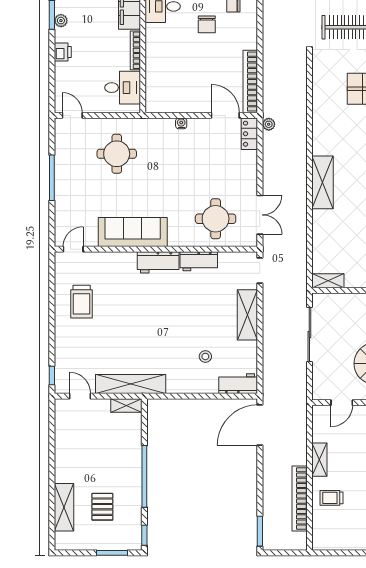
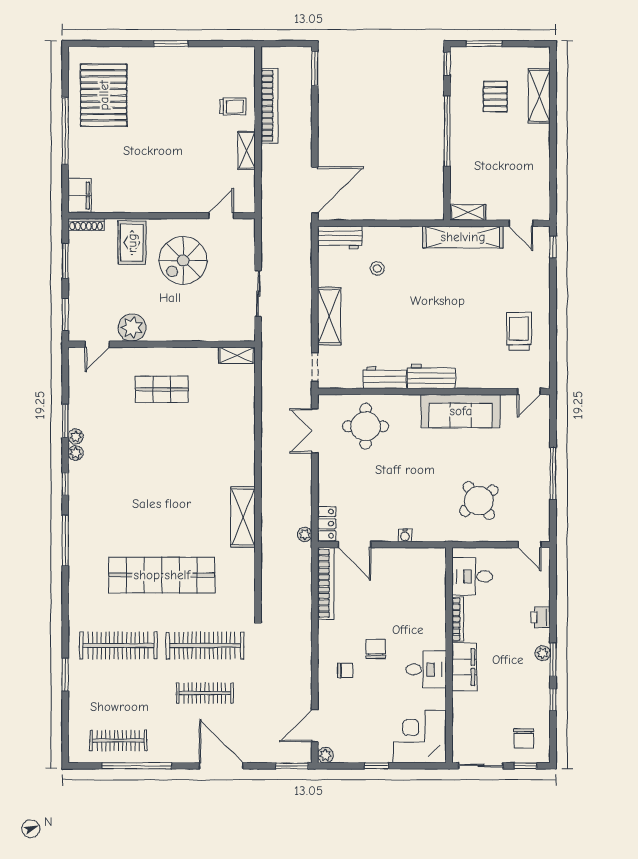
round table: (117, 154) -> (479, 501), turned -37
shelving: (323, 182) -> (243, 517), moved
sliding door: (309, 335) -> (258, 294), width x0.73

